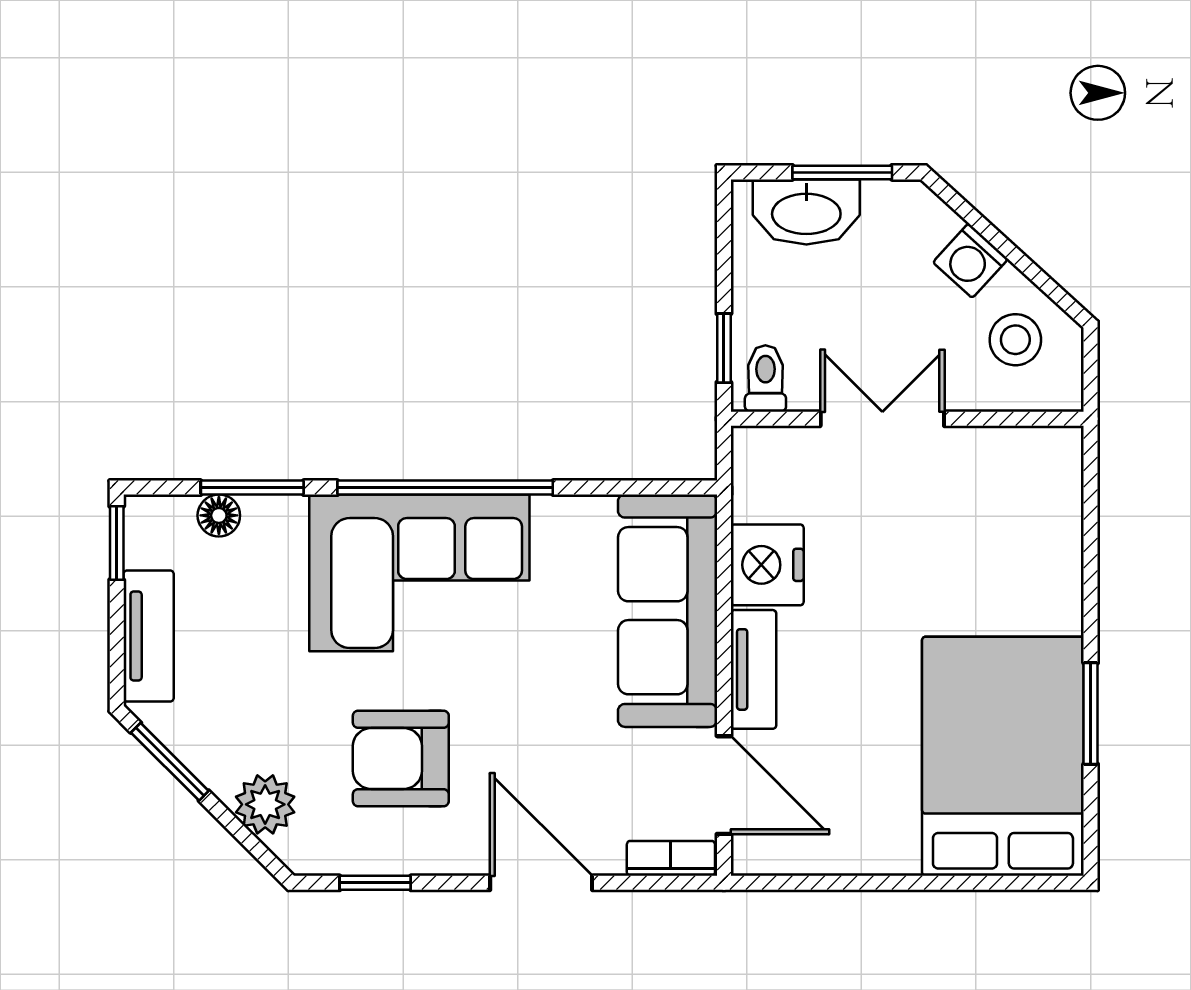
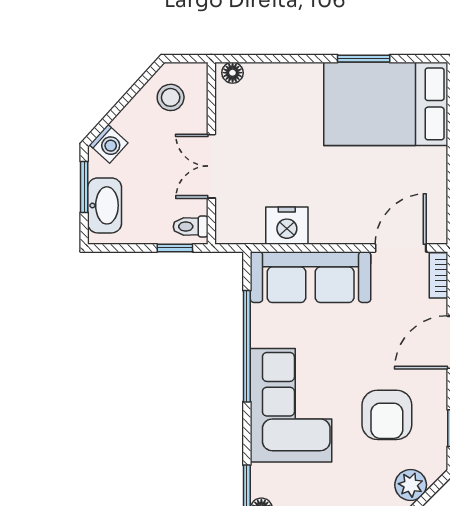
washing machine: (970, 261) -> (109, 144), moved
floor lamp: (1063, 460) -> (233, 73), added
window: (445, 488) -> (247, 346), moved
tv unit: (753, 669) -> (341, 233), removed

